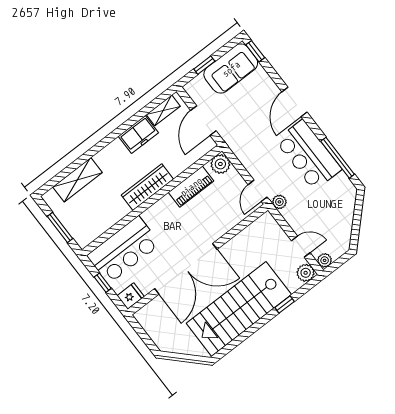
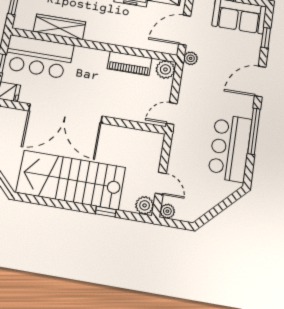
window: (255, 51) -> (266, 38), moved
bar counter: (308, 155) -> (230, 148), moved
window: (338, 158) -> (254, 131), moved
wardrobe: (147, 187) -> (60, 27), moved
plant: (279, 202) -> (191, 58), moved

